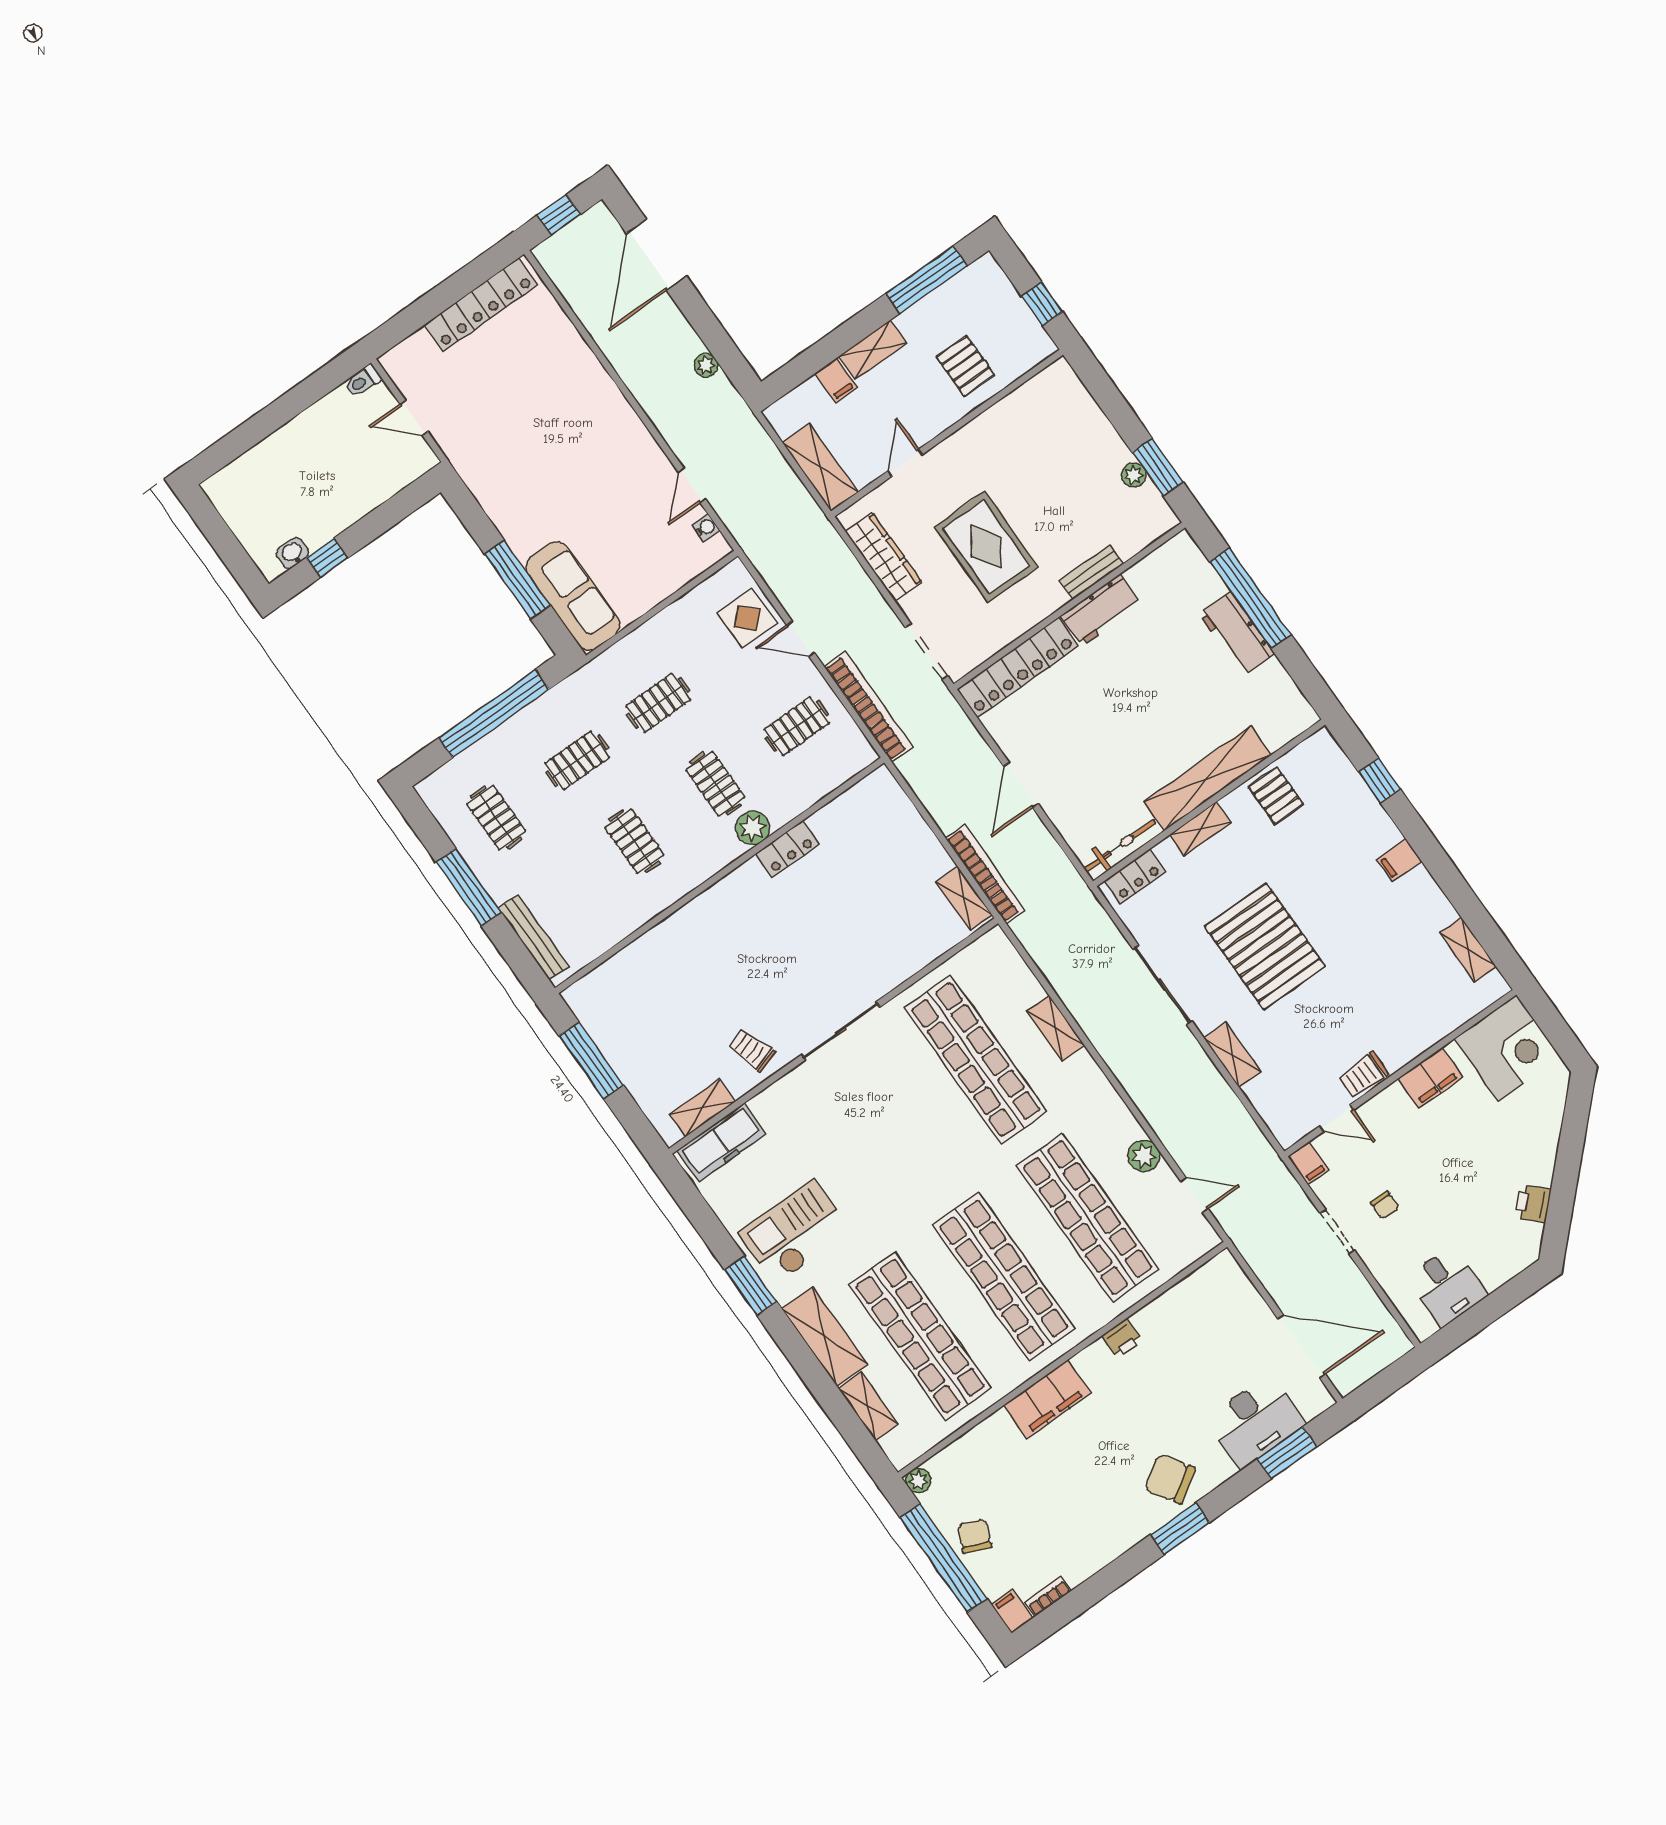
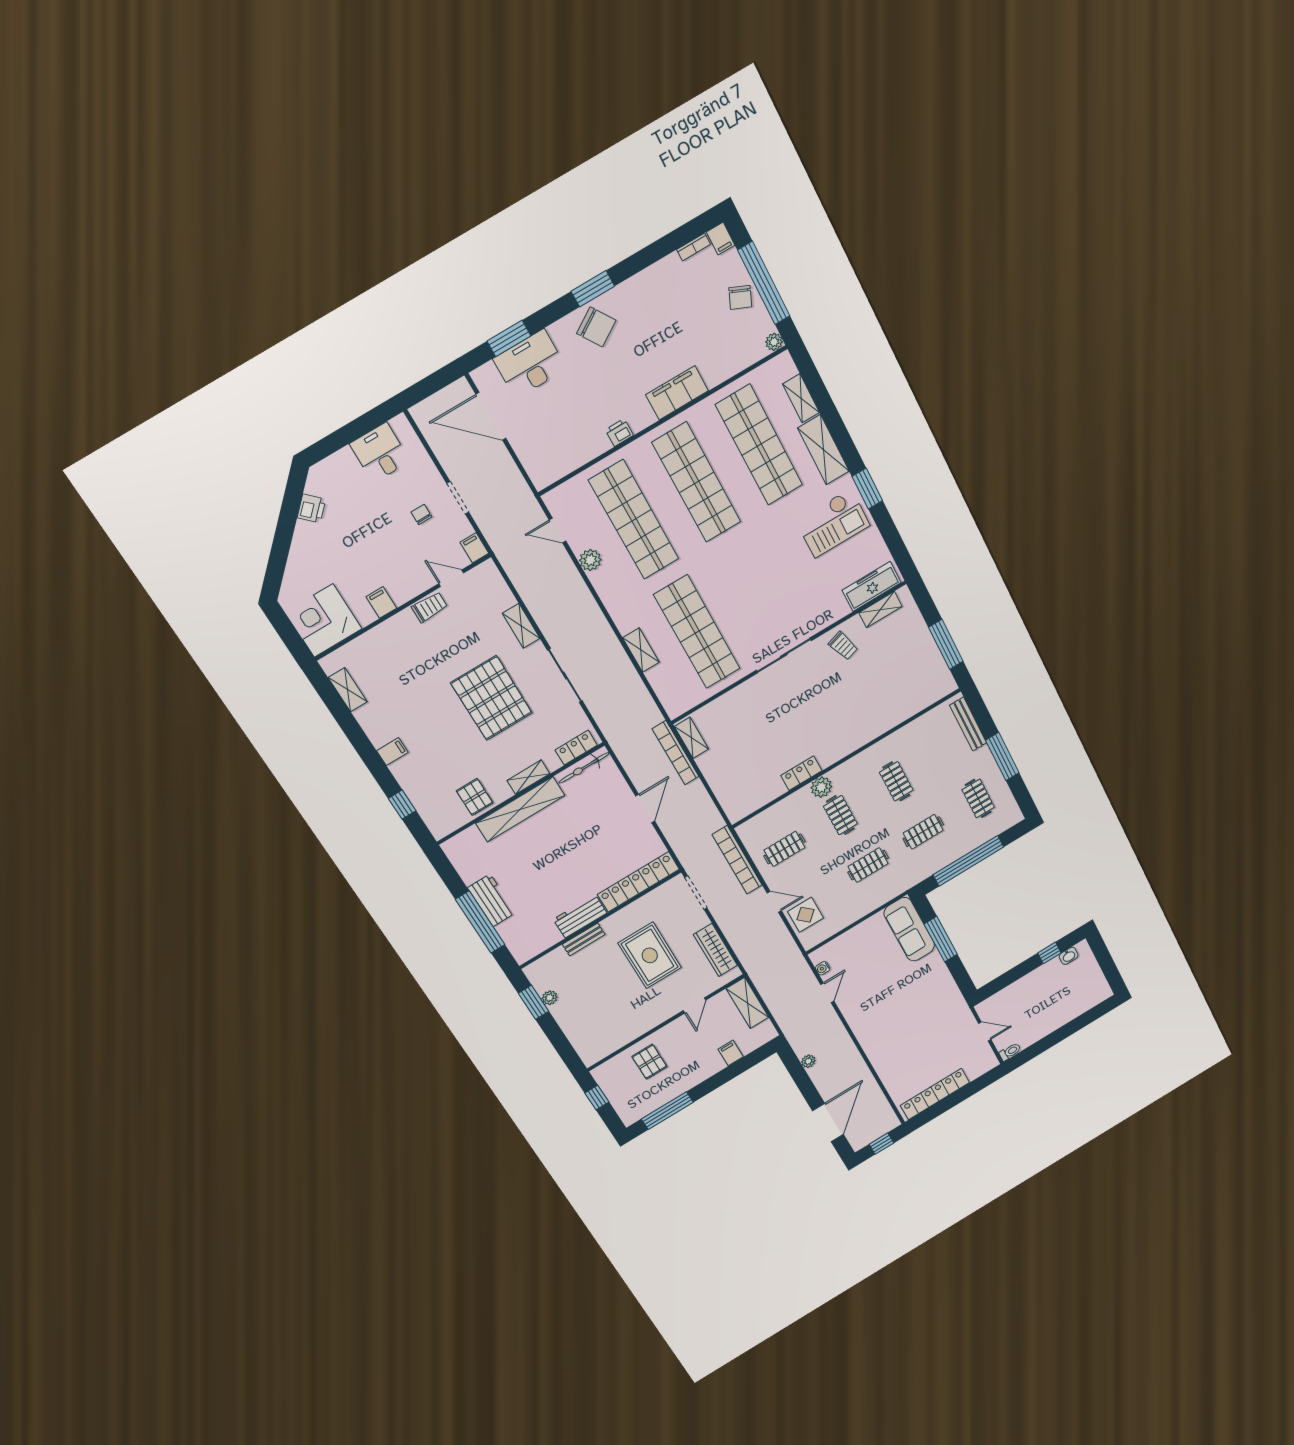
shelving: (873, 350) -> (706, 1071), removed
filing cabinet: (1430, 1078) -> (381, 603), width x0.50

